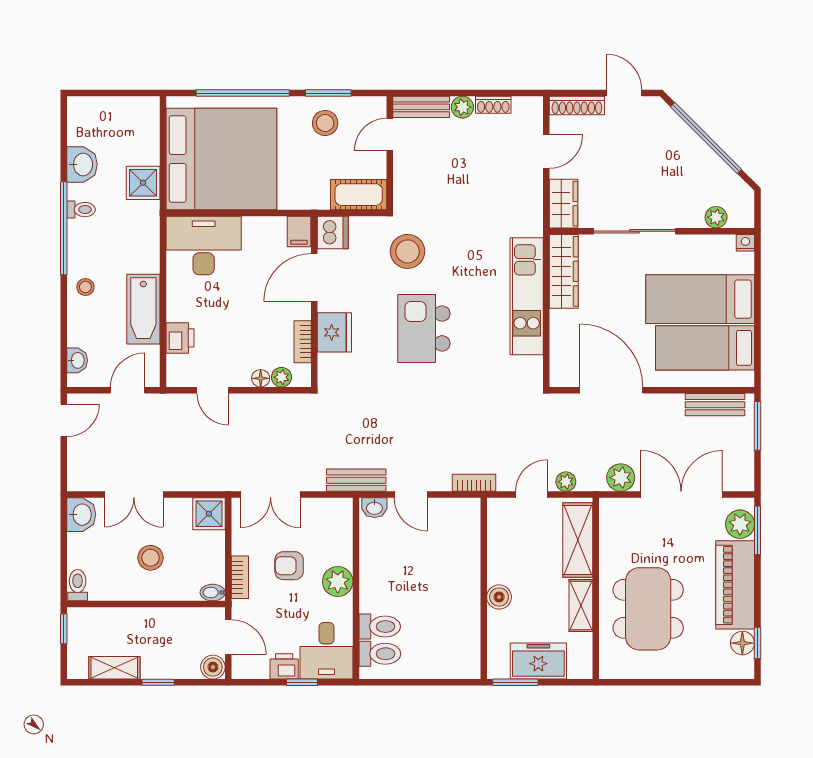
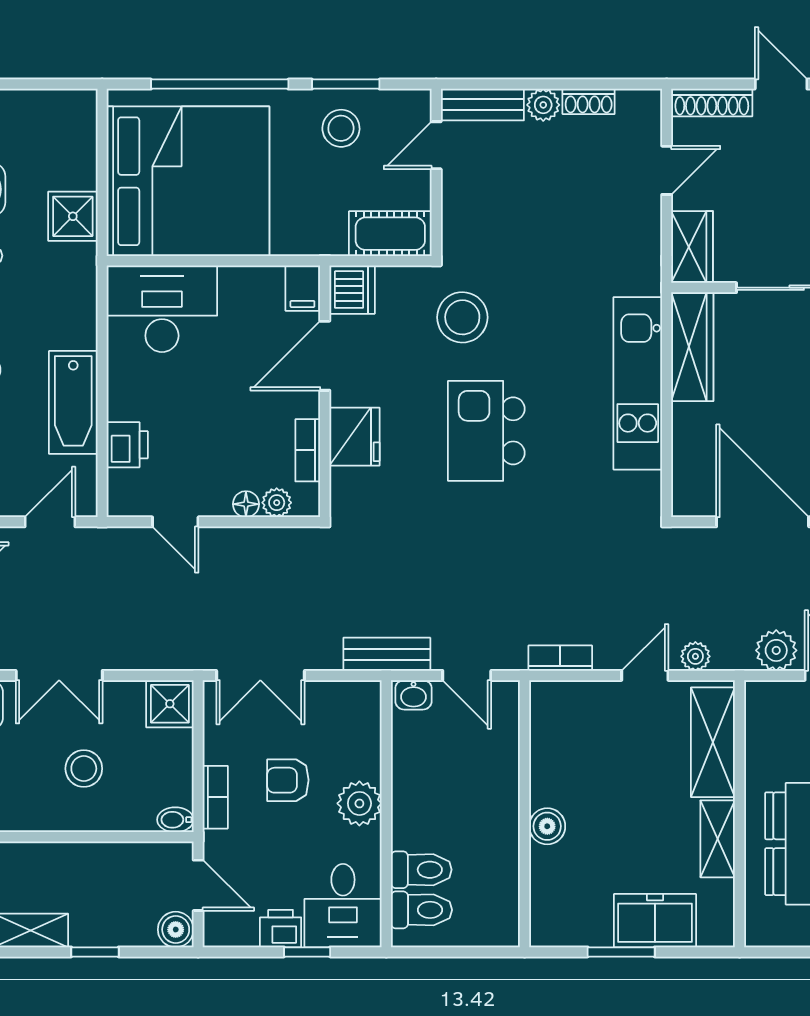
wall: (484, 588) -> (525, 814), moved
boiler: (499, 597) -> (547, 826), moved

